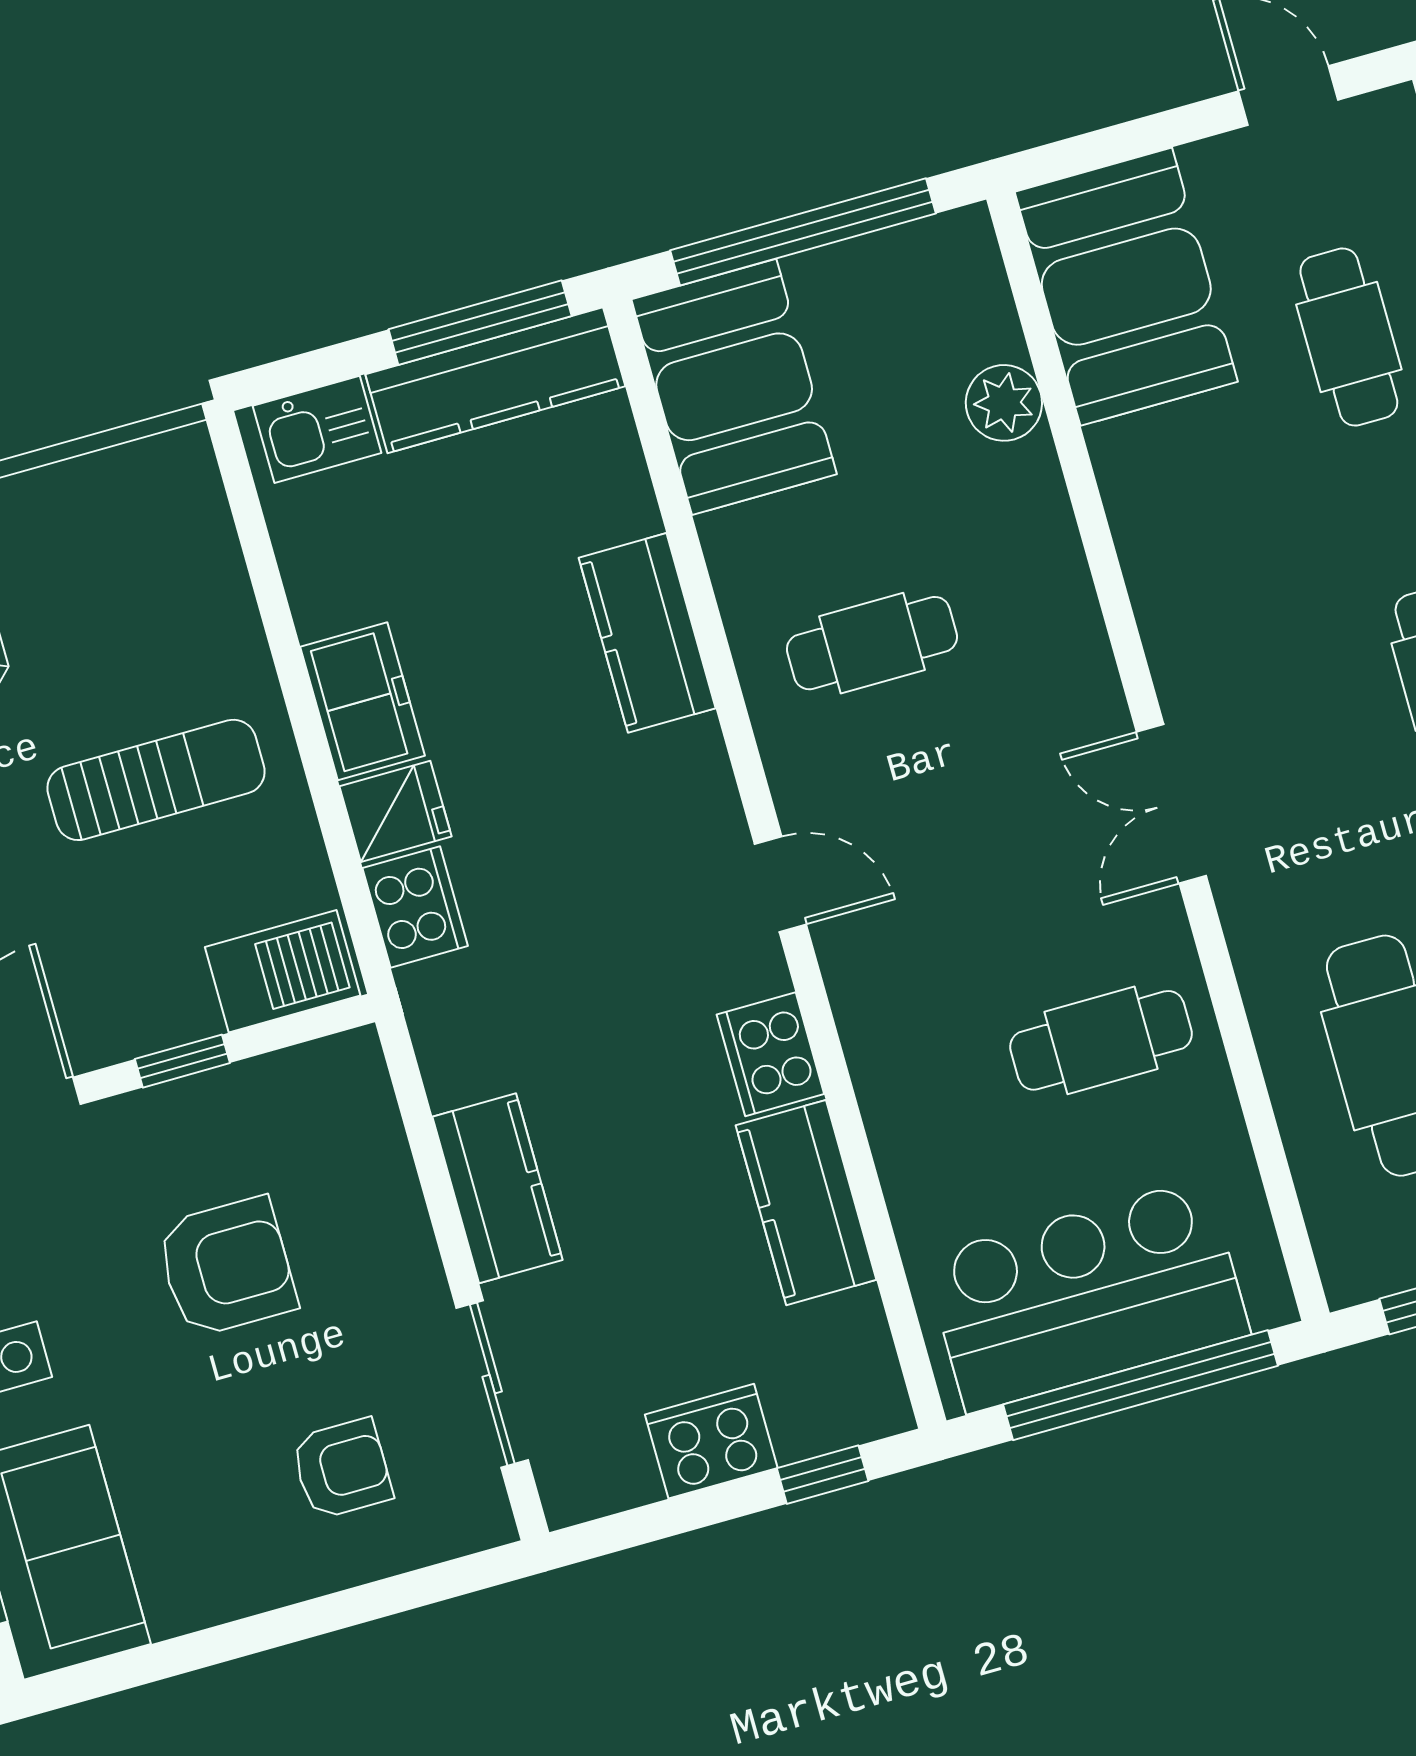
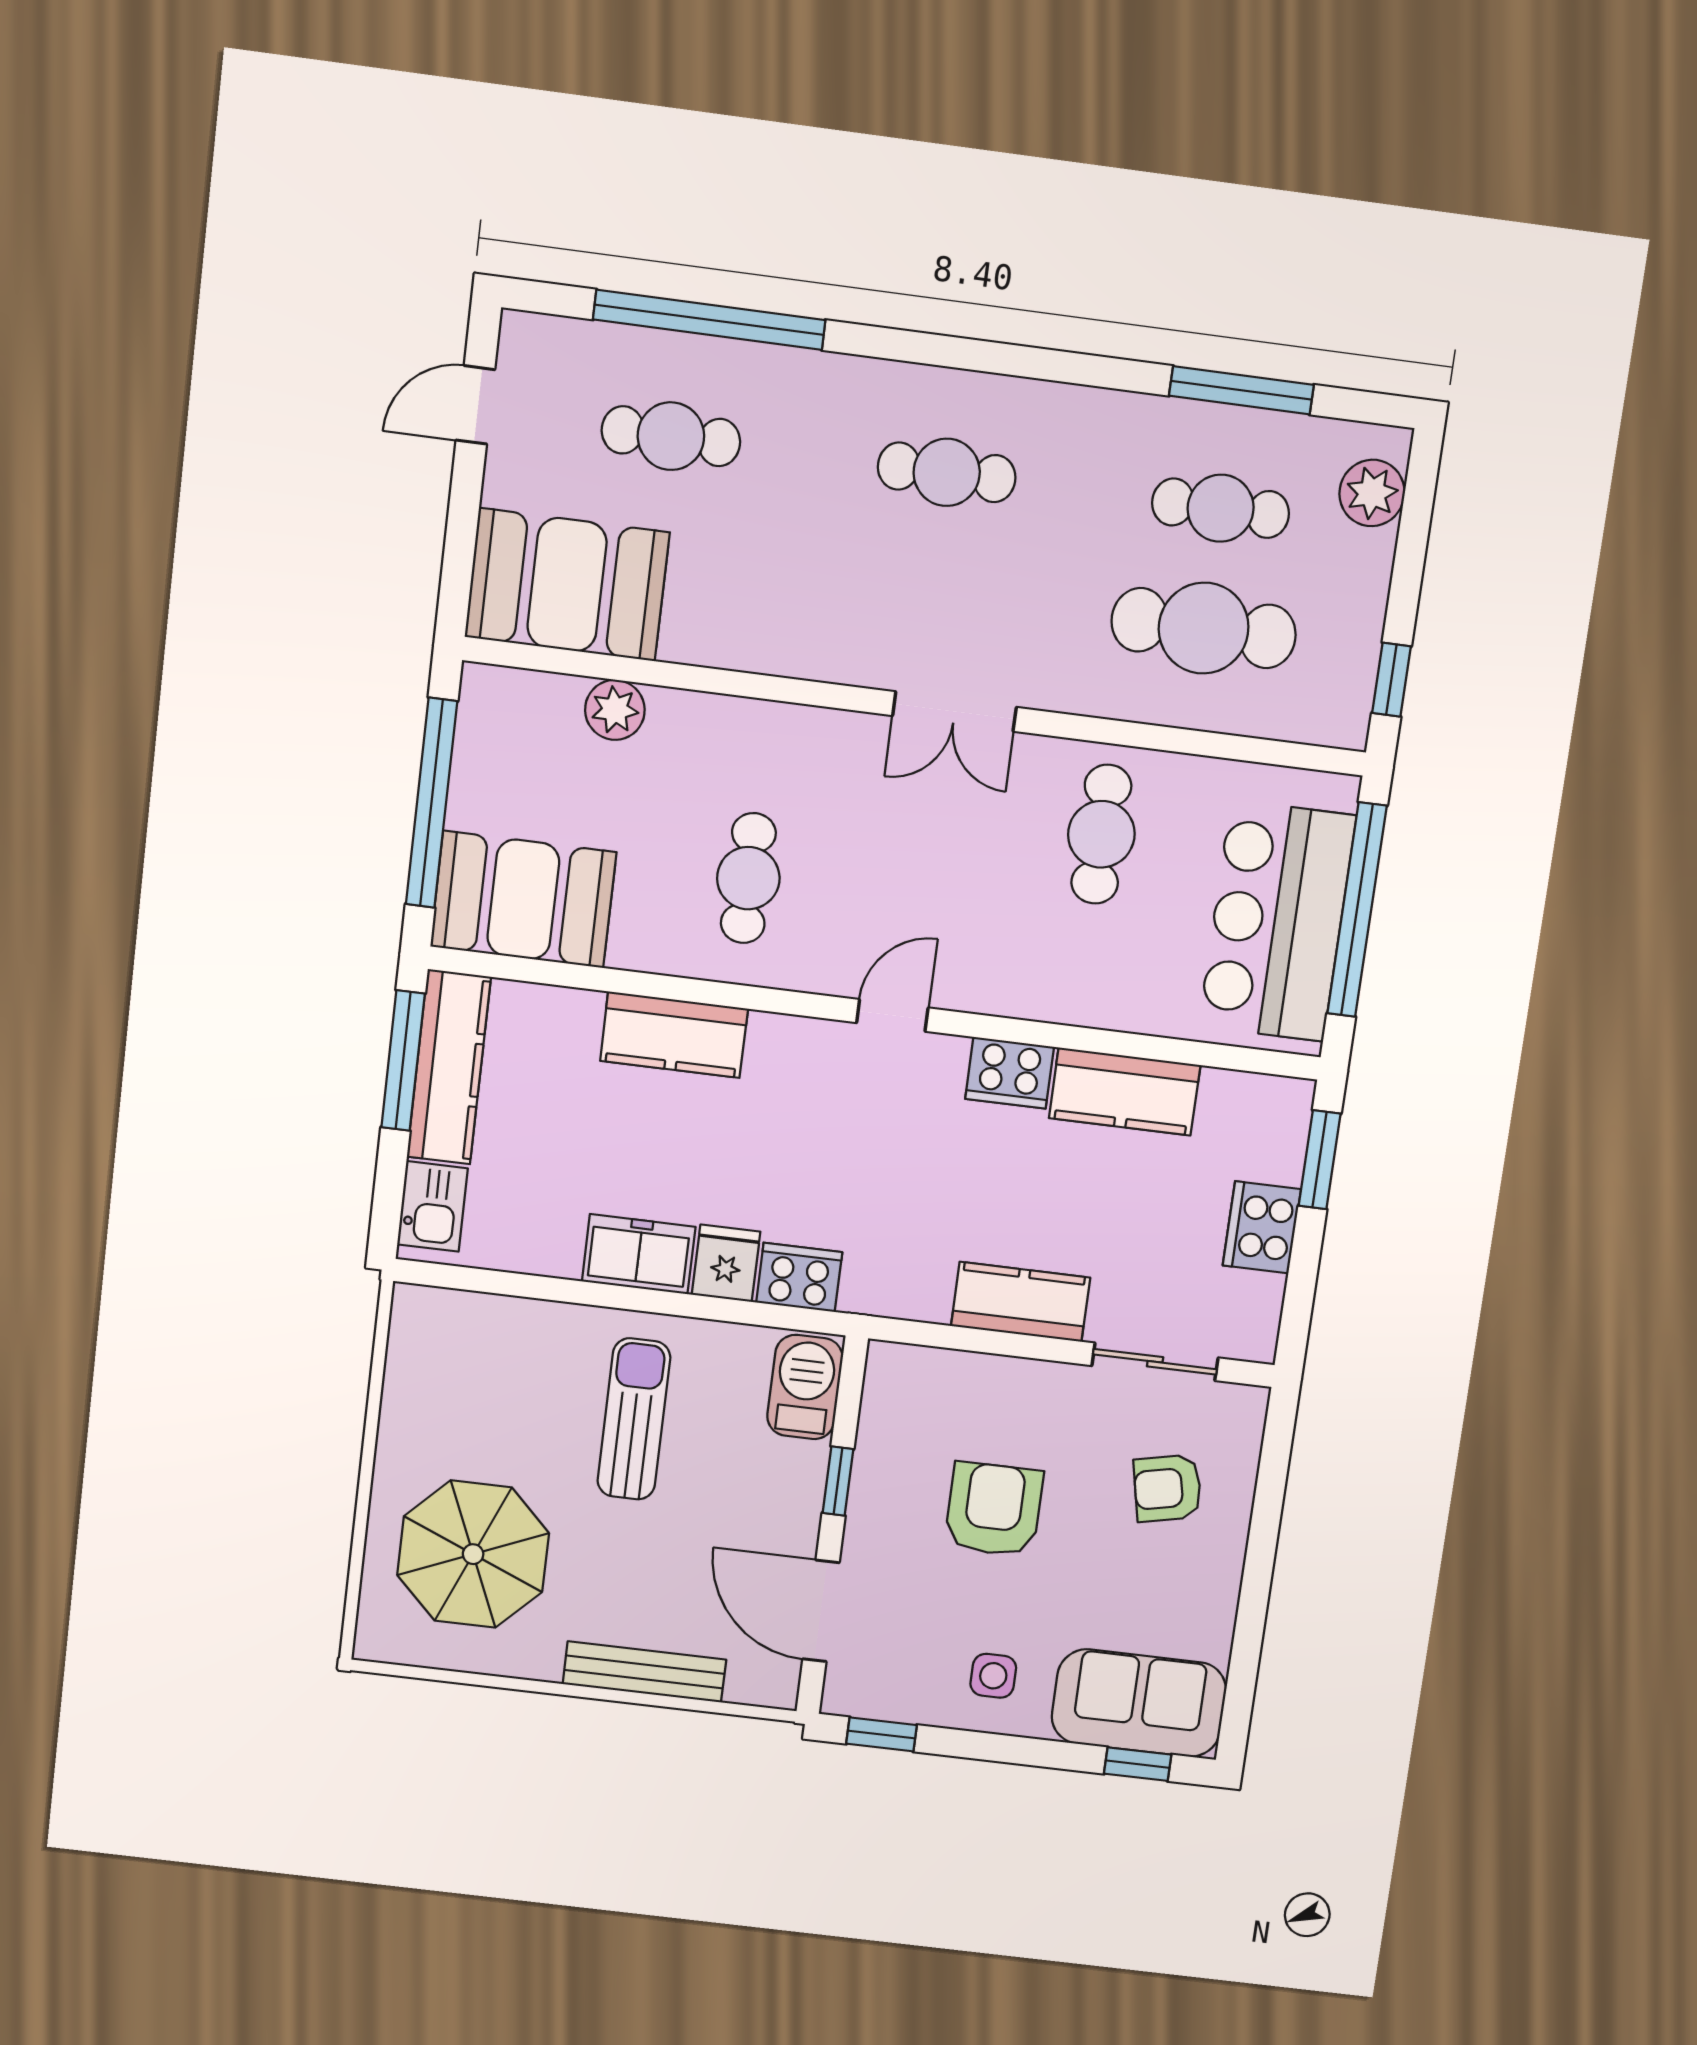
armchair: (342, 1469) -> (1168, 1488), turned -102
window: (823, 1475) -> (1320, 1160), width x1.50

